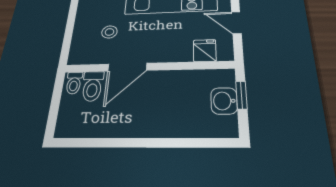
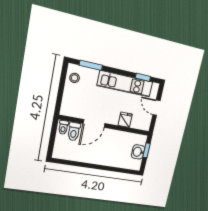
stool: (109, 32) -> (75, 78), moved
fridge: (205, 51) -> (125, 120), moved

